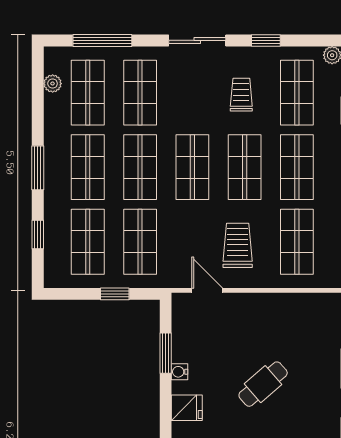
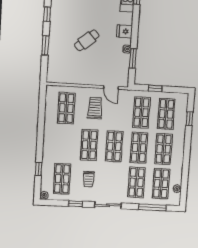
shop shelf: (297, 167) -> (64, 144), removed
window: (38, 168) -> (187, 150), removed
trolley: (238, 245) -> (95, 108), turned 180

